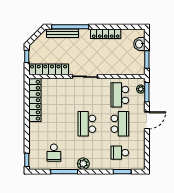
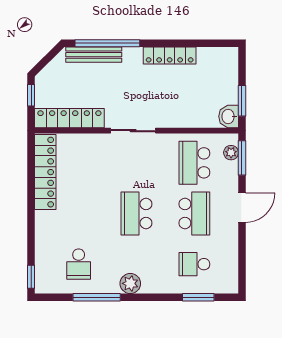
washbasin: (139, 44) -> (229, 116), moved

